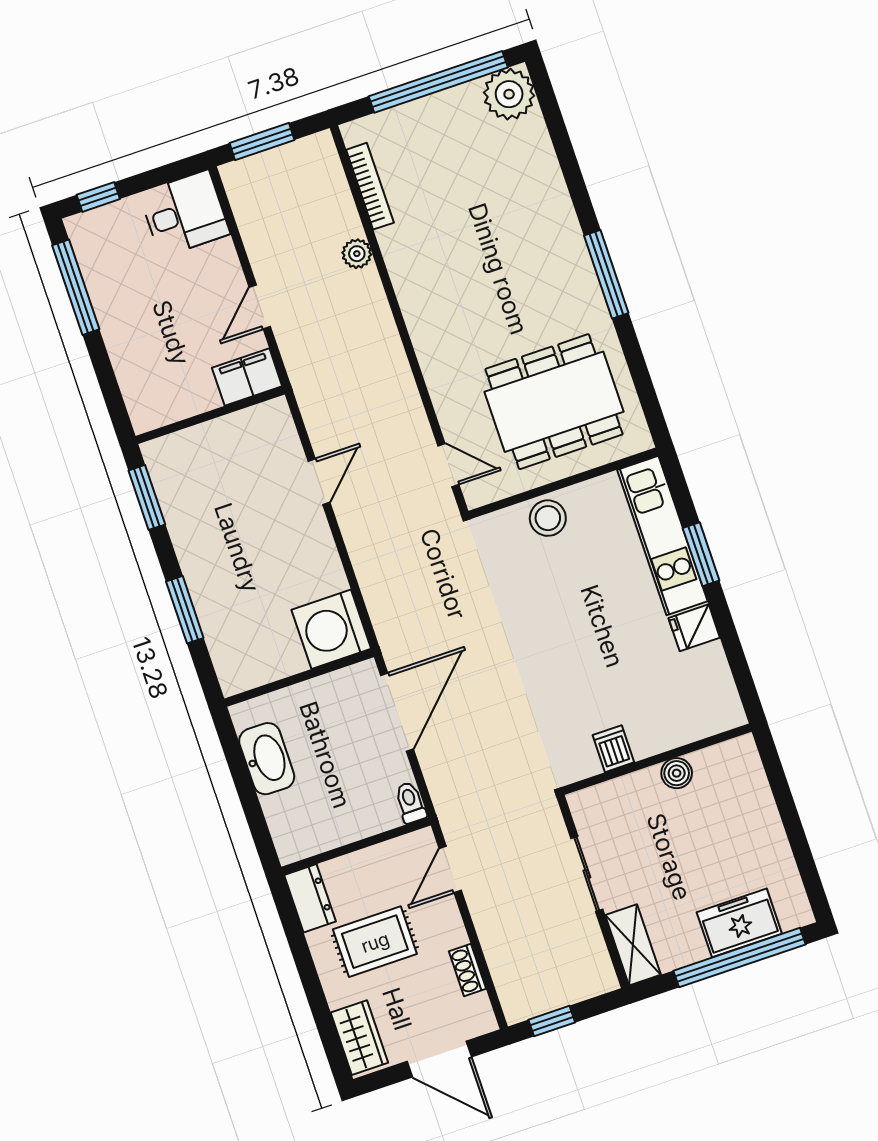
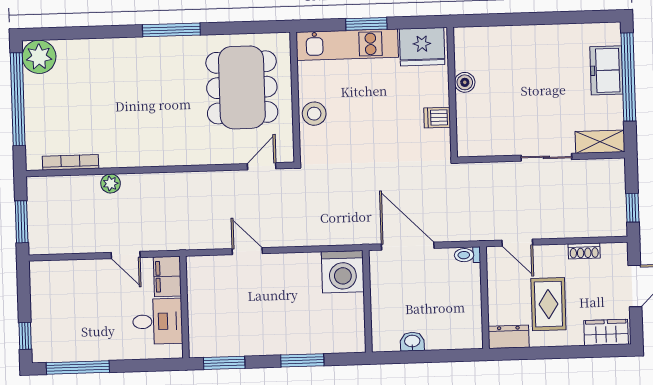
desk: (184, 213) -> (158, 321), moved, turned 90
fridge: (694, 628) -> (422, 47), width x1.88, depth x1.34
dishwasher: (613, 749) -> (437, 118), moved
washbasin: (267, 759) -> (412, 342), width x0.52, depth x0.69
wall: (657, 759) -> (452, 92), moved
boiler: (677, 773) -> (465, 82), moved

